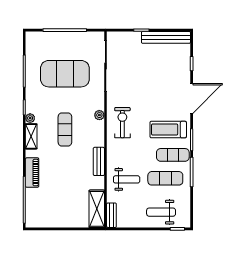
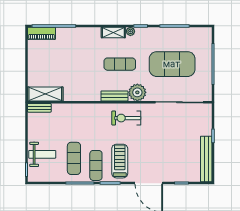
exercise mat: (65, 74) -> (172, 64), turned 90
plant: (99, 115) -> (137, 92), width x1.87, depth x1.87
exercise bike: (122, 123) -> (126, 118), turned 180
bench: (99, 161) -> (114, 96), moved
piano: (32, 173) -> (41, 33), moved
weight bench: (127, 179) -> (73, 122), removed
weight bench: (161, 212) -> (42, 154), turned 90

